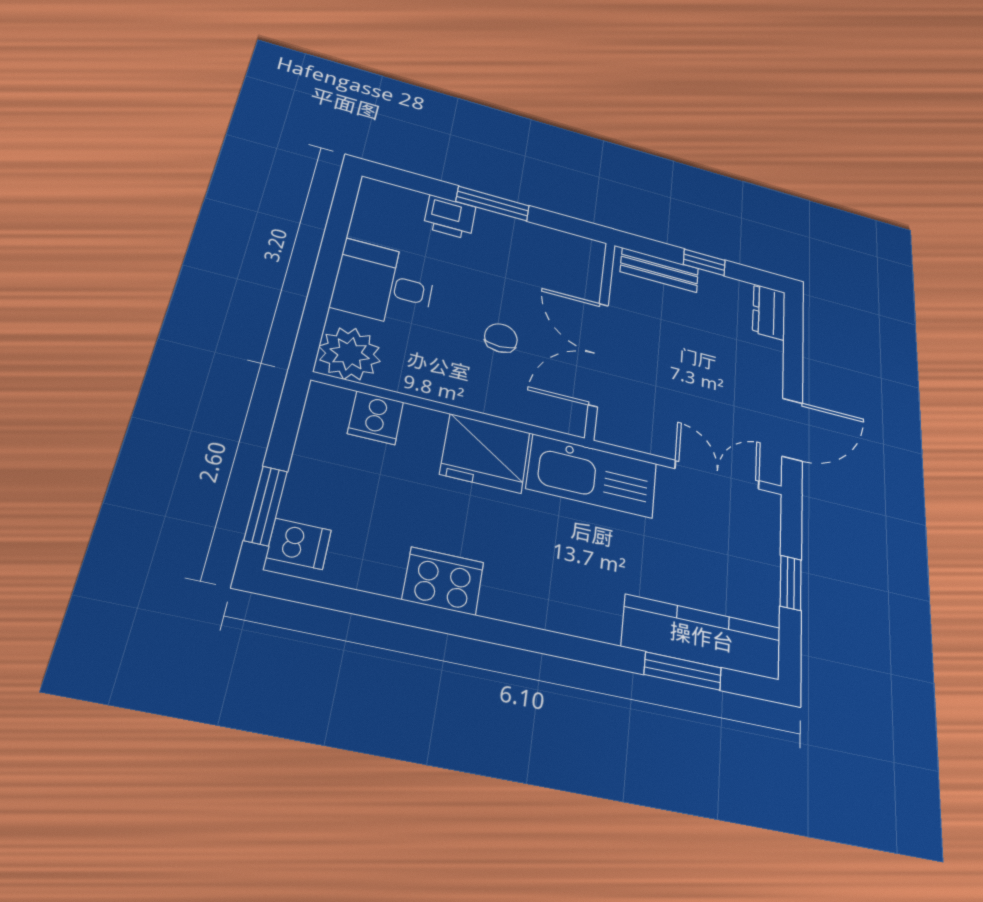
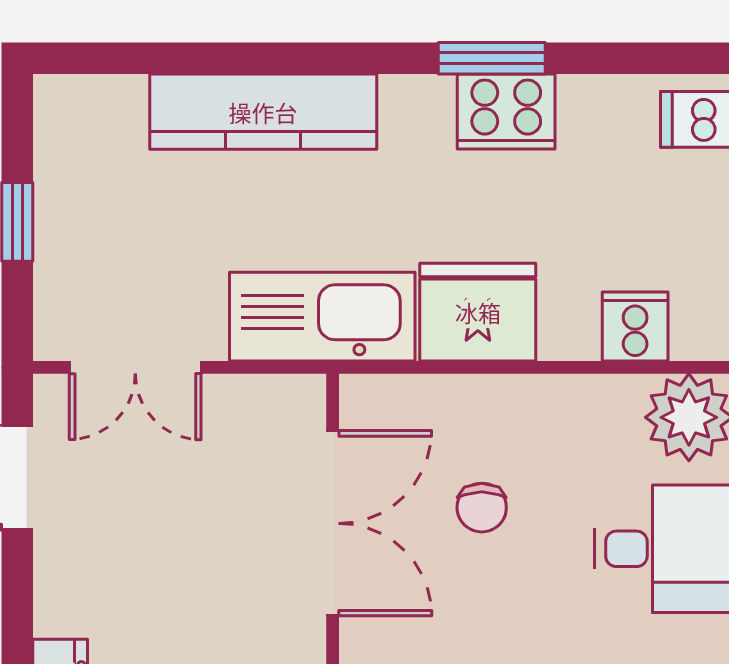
kitchen counter: (702, 637) -> (263, 112), moved
window: (683, 671) -> (492, 58), moved

